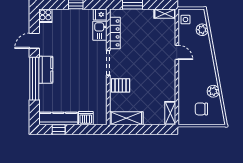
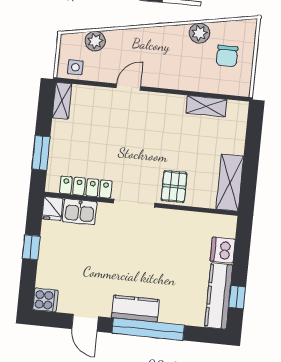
shelving: (170, 113) -> (206, 106), moved

